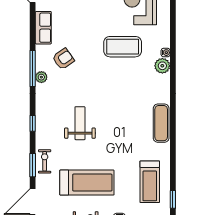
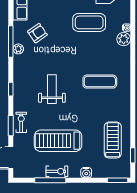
exercise mat: (161, 123) -> (100, 82), moved, turned 90
treadmill: (150, 182) -> (113, 140), turned 180
treadmill: (87, 183) -> (58, 141), turned 180

